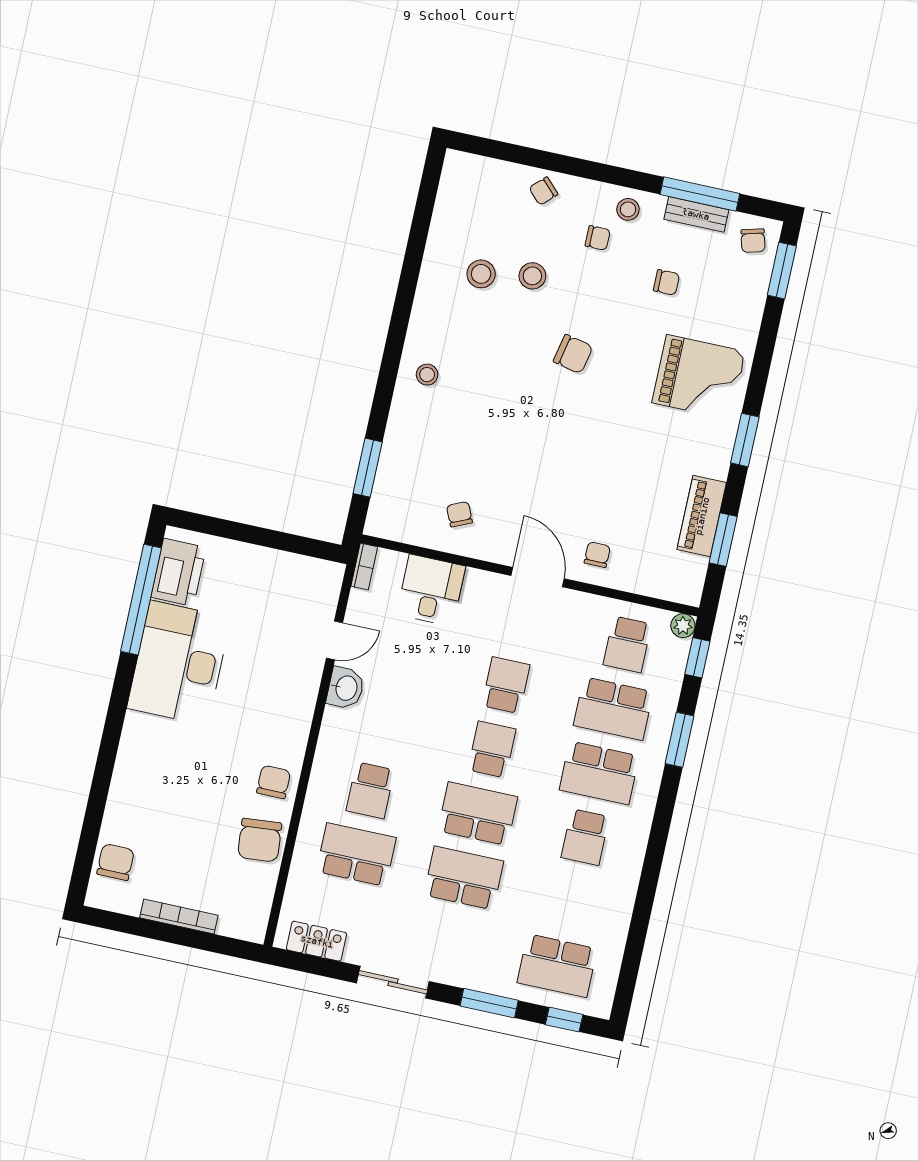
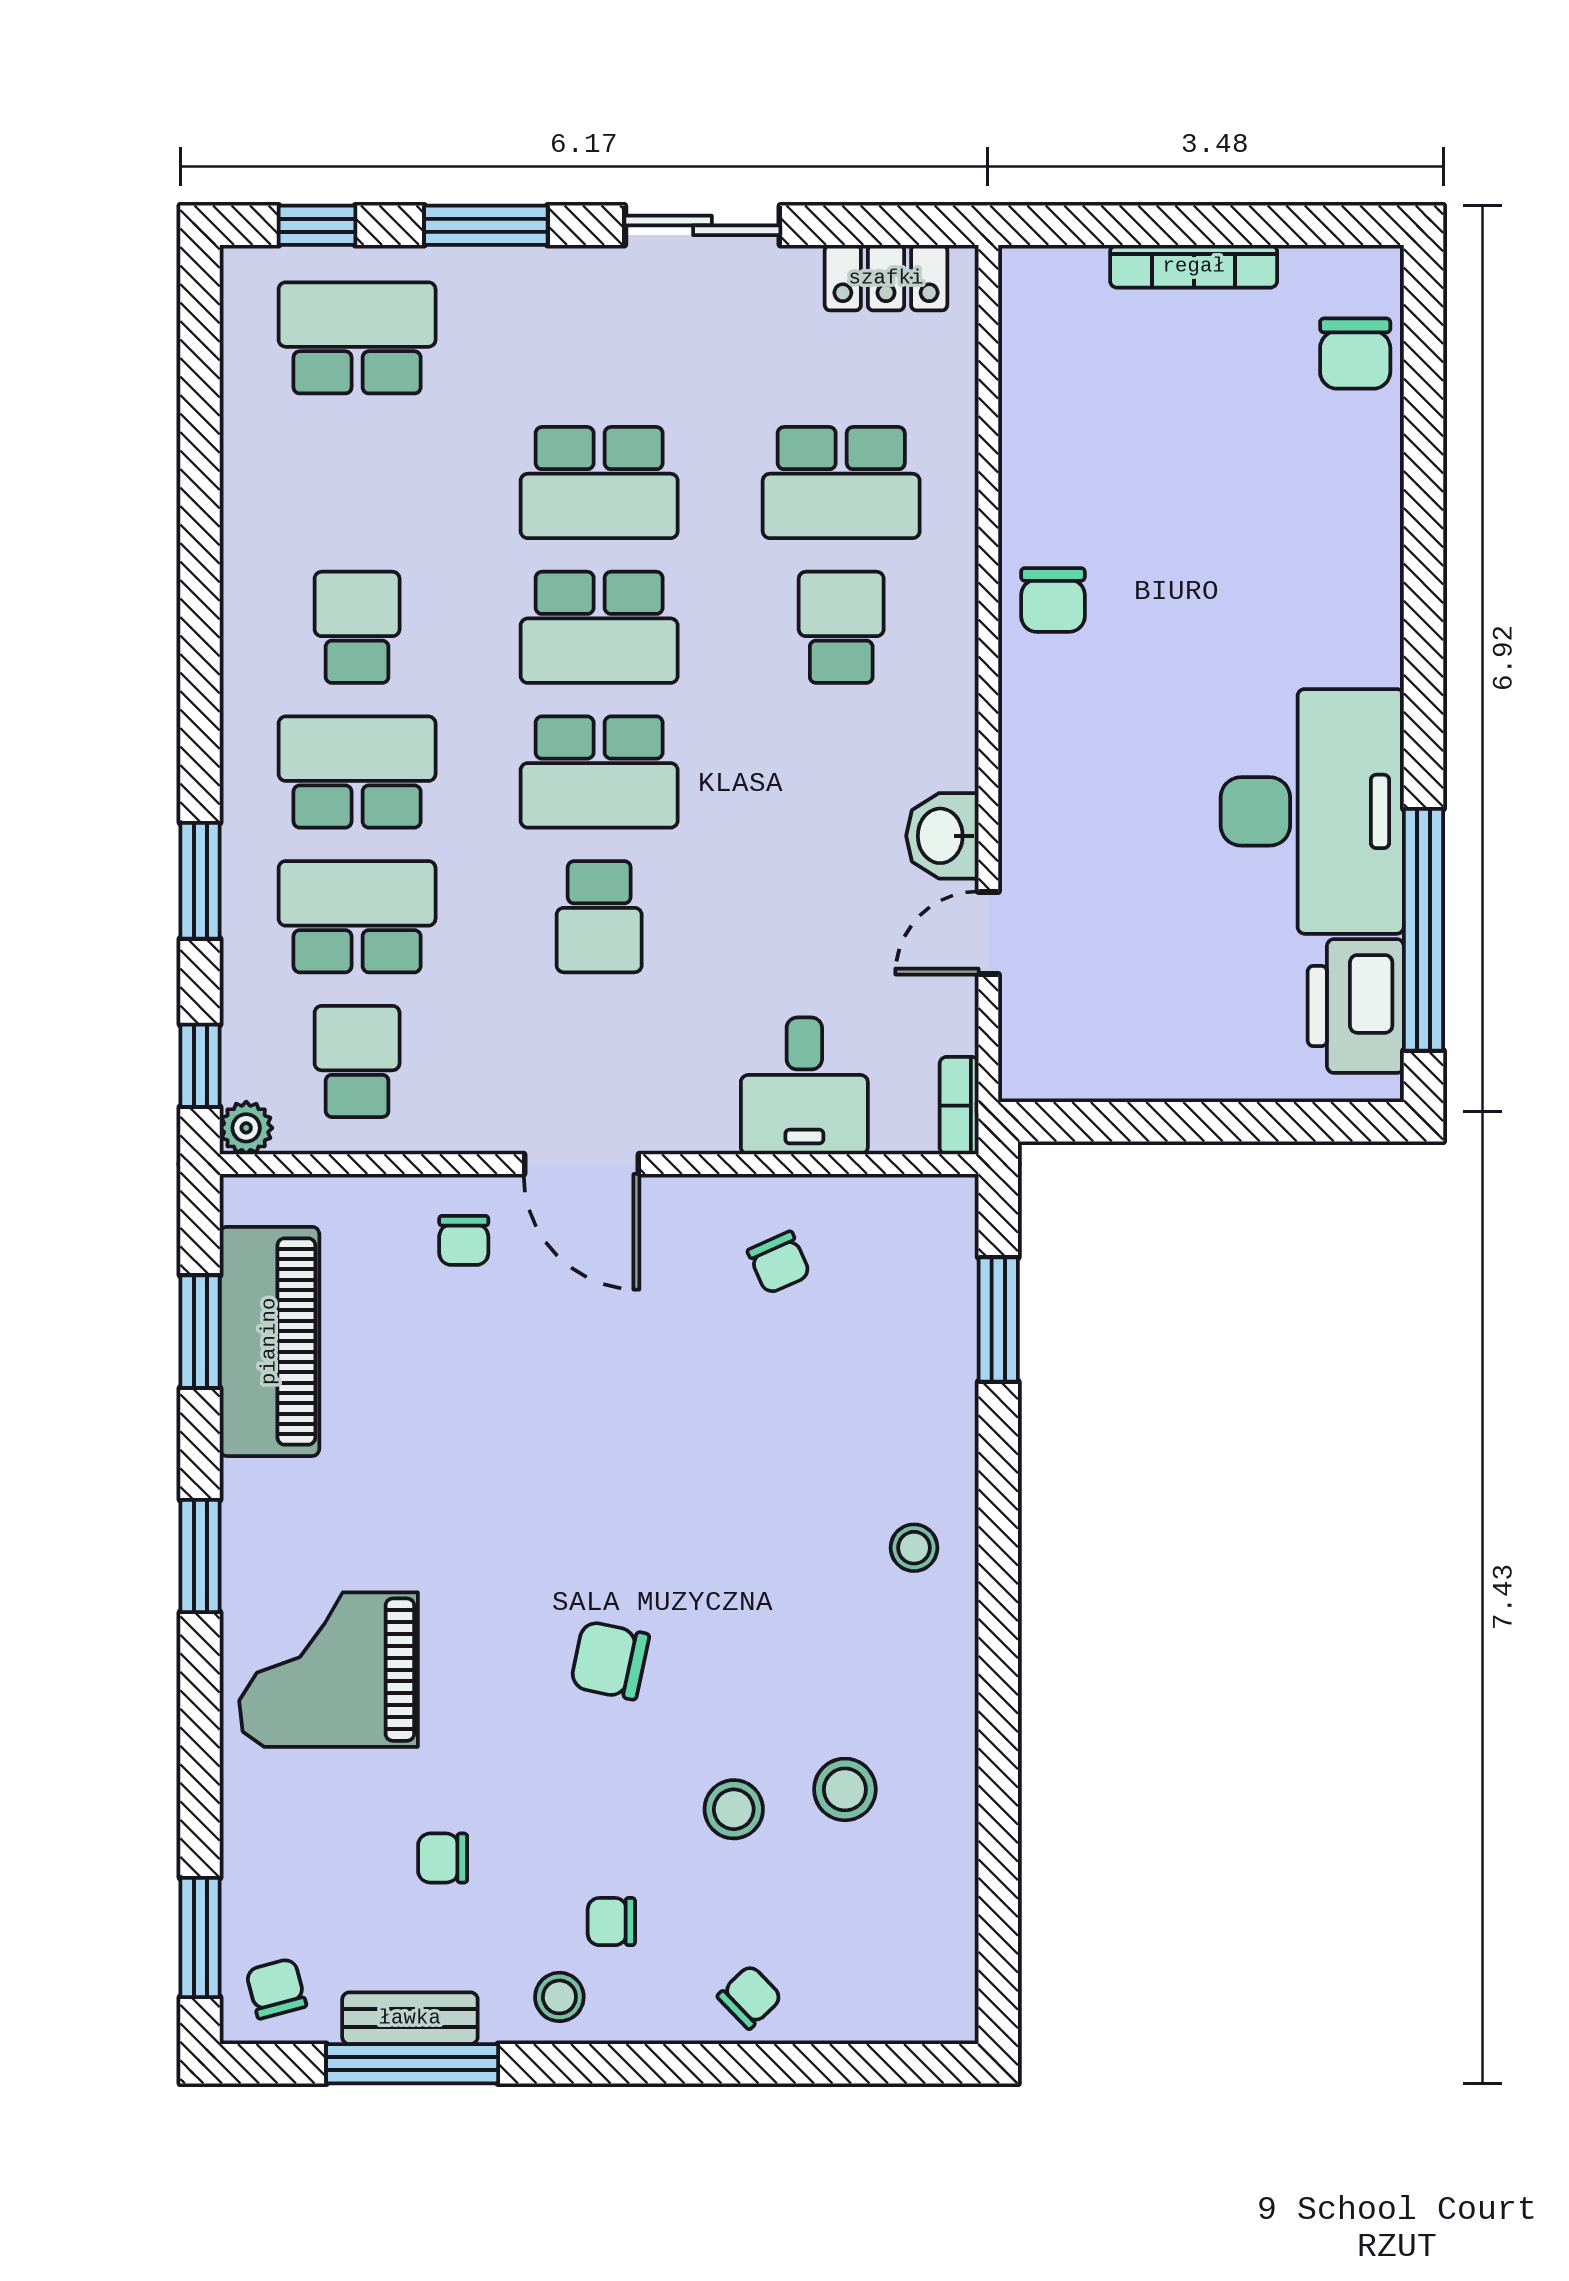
piano: (702, 516) -> (269, 1341), width x1.37, depth x1.33
school desk: (492, 749) -> (599, 772), width x1.85
chair: (260, 840) -> (1056, 468), removed

